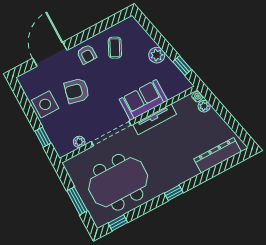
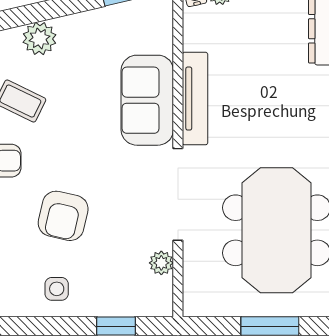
plant: (157, 55) -> (39, 39), moved
side table: (45, 104) -> (57, 289), width x0.54, depth x0.54

